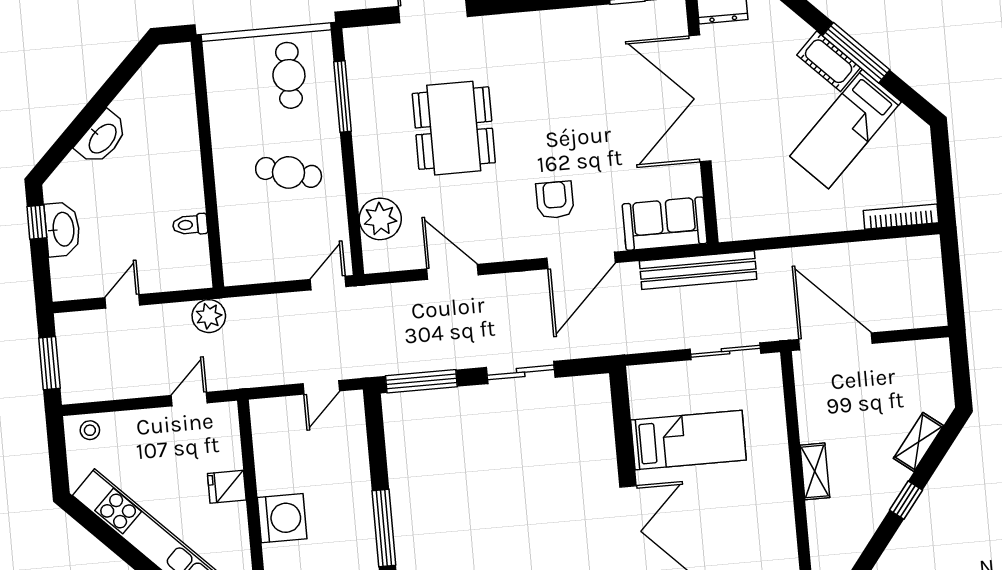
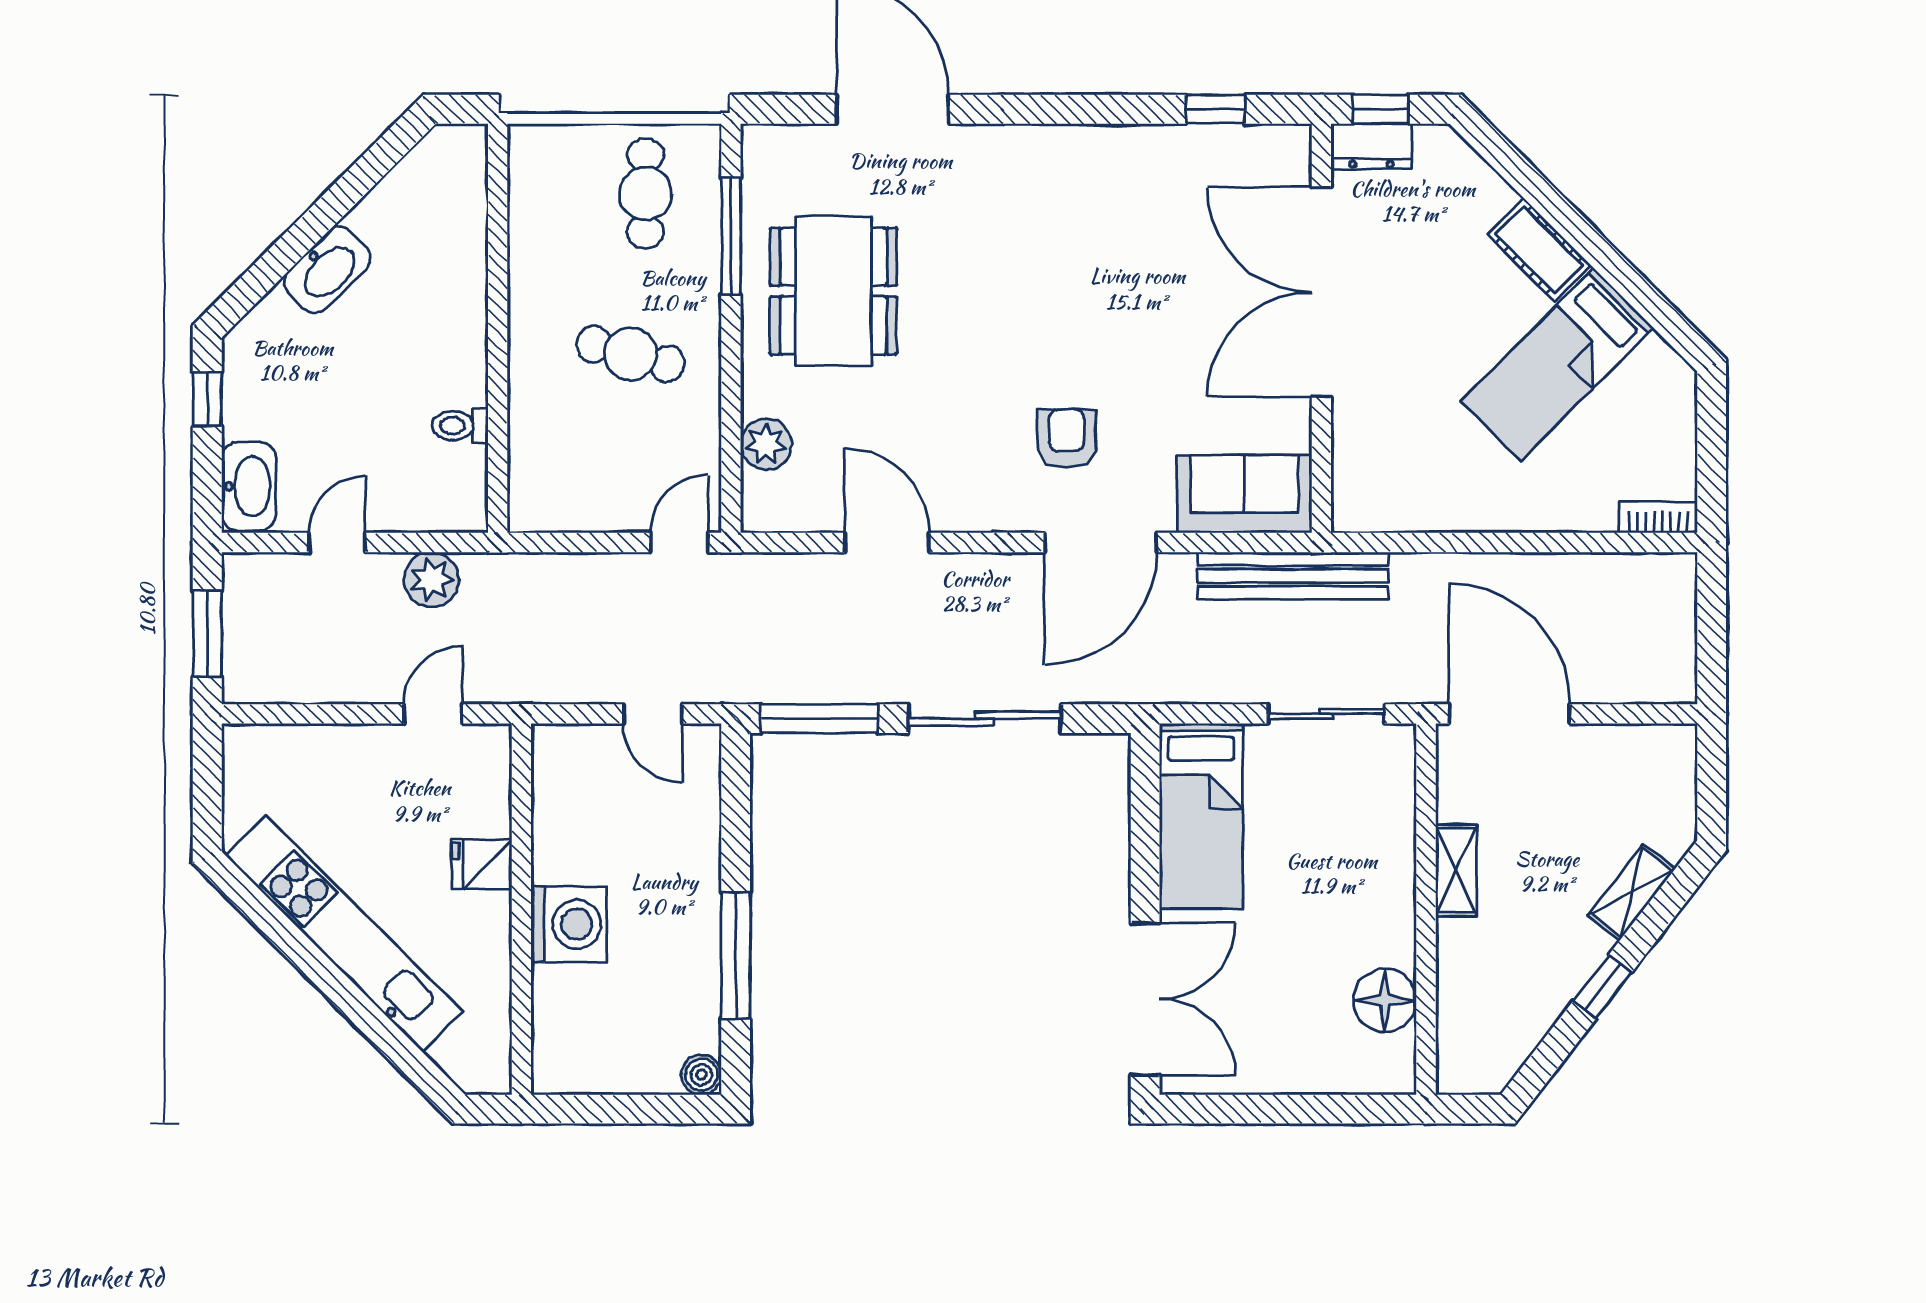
window: (856, 53) -> (1586, 240), removed
dining table: (454, 128) -> (833, 291), moved
bookcase: (901, 217) -> (1658, 517), width x0.64
plant: (380, 219) -> (766, 444), width x0.73, depth x0.73
washbasin: (63, 229) -> (249, 486), moved
plant: (209, 316) -> (431, 580), moved
sliding door: (521, 372) -> (985, 719), width x1.37
door: (321, 387) -> (653, 714), hinge flipped
stool: (90, 430) -> (264, 751), removed
bed: (688, 440) -> (1201, 816), moved, turned 90
shelving: (815, 471) -> (1456, 871), moved
floor lamp: (776, 520) -> (1385, 1000), added

